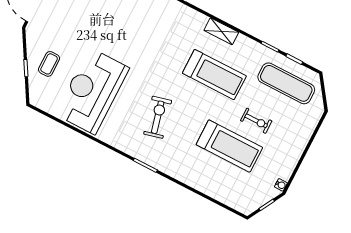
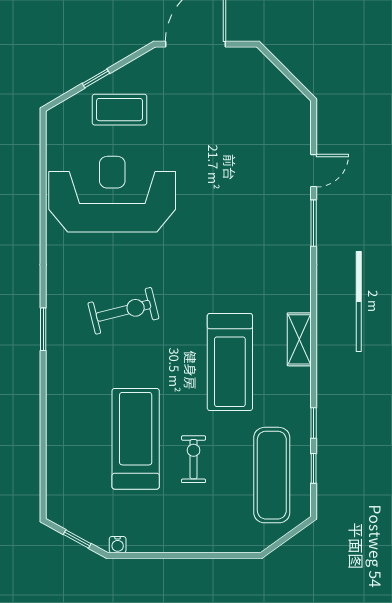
coffee table: (49, 64) -> (120, 110), width x1.36, depth x1.30
exercise bike: (256, 121) -> (194, 459), turned 180
treadmill: (229, 146) -> (136, 439), turned 180

